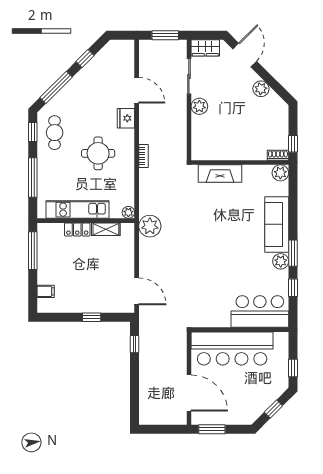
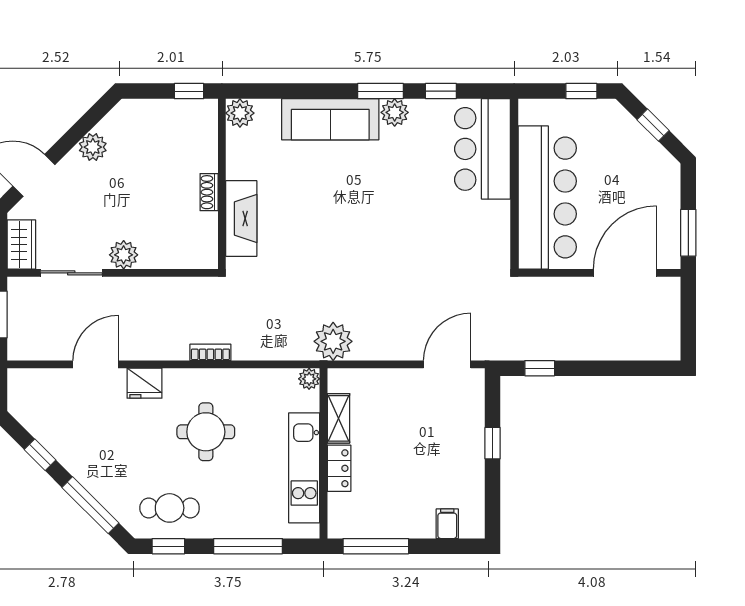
shoe rack: (278, 155) -> (209, 192), moved

